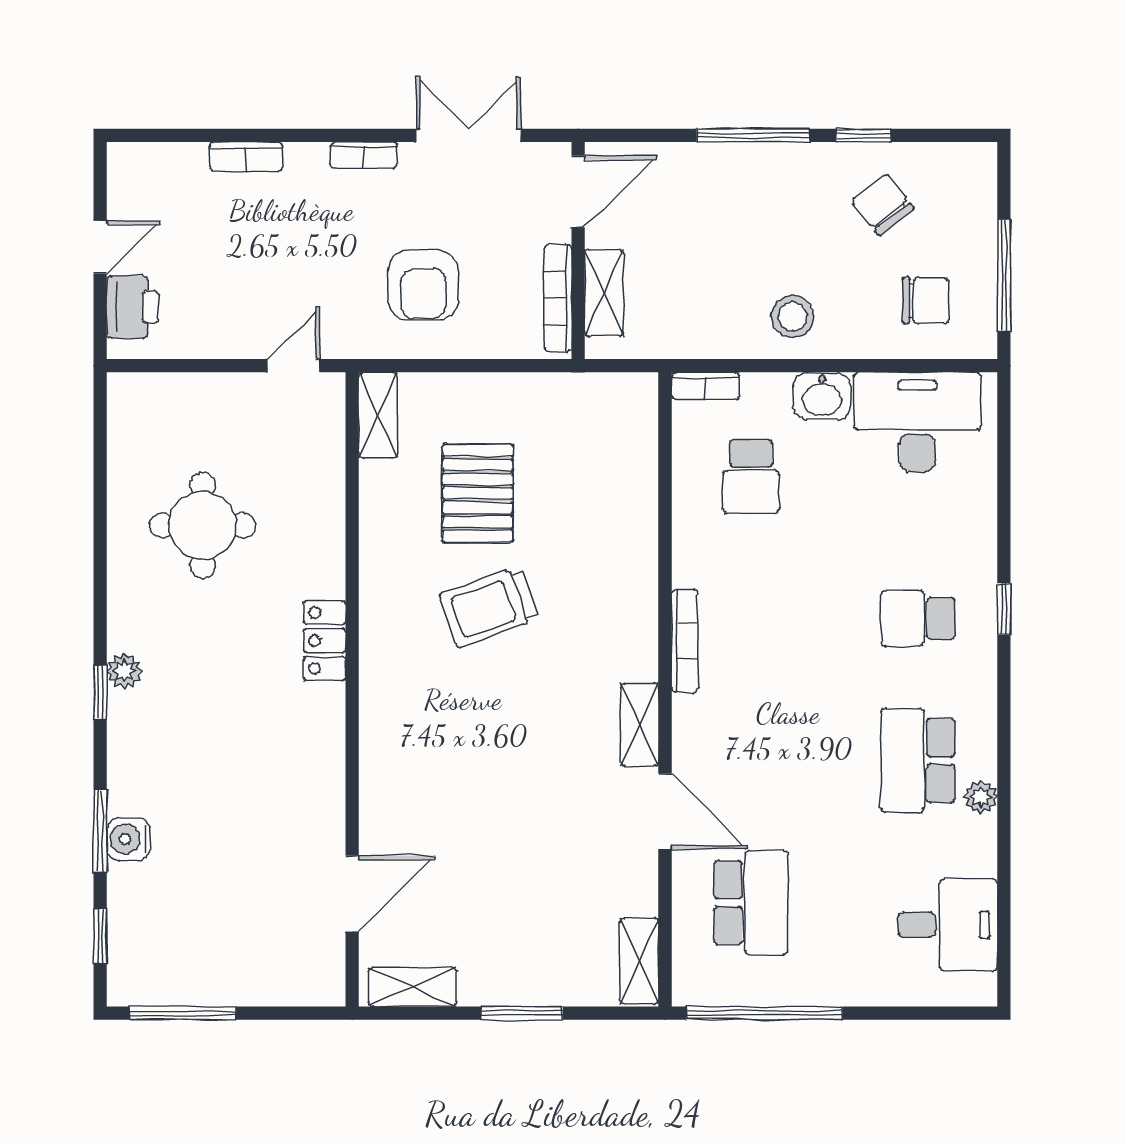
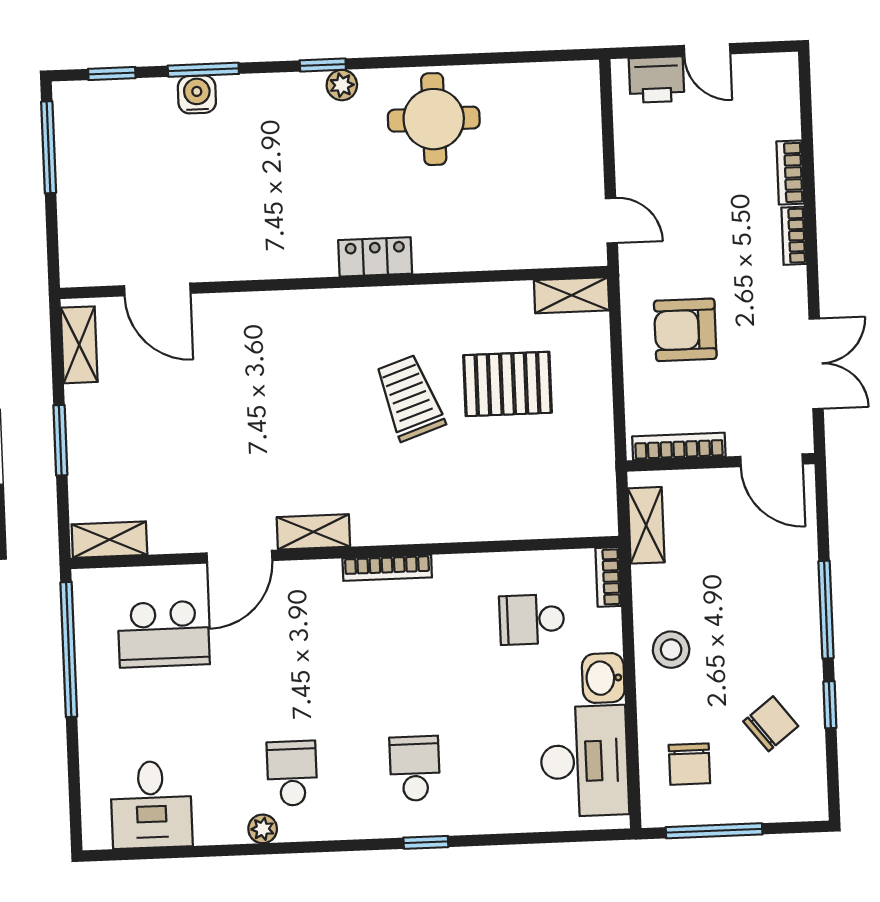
bookcase: (364, 155) -> (794, 236), moved
shelving: (604, 293) -> (646, 525), moved, turned 90
round table: (203, 525) -> (434, 119), moved
school desk: (918, 760) -> (292, 773), width x0.54

